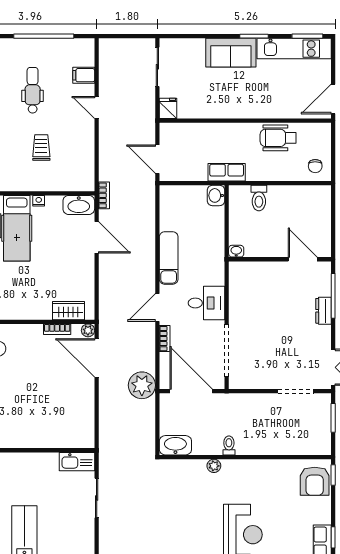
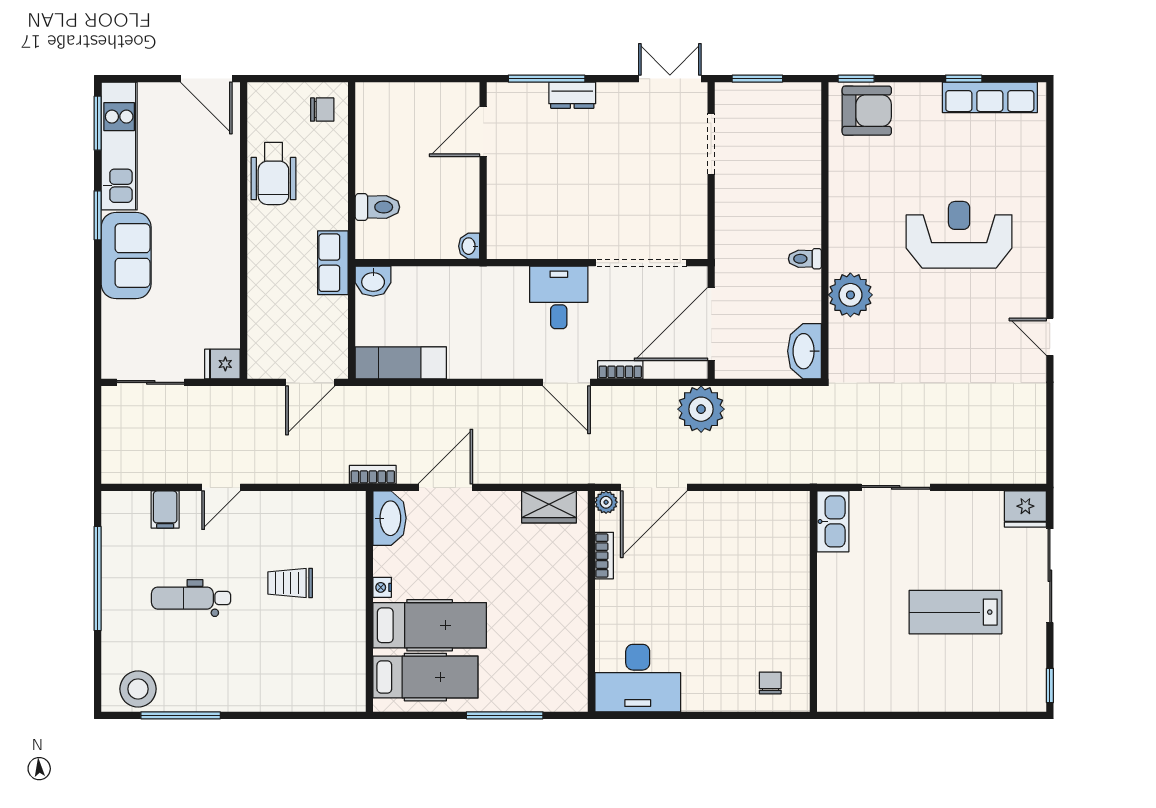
exam couch: (169, 258) -> (401, 363), moved
wardrobe: (68, 311) -> (549, 507), moved, turned -90
plant: (214, 466) -> (850, 295), width x1.87, depth x1.87

